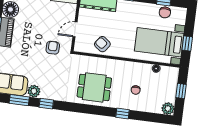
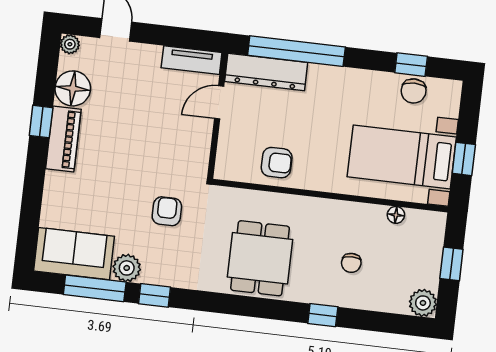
door: (75, 29) -> (219, 102), moved
armchair: (102, 44) -> (277, 163), turned 143
armchair: (53, 48) -> (167, 211), moved
dining table: (94, 87) -> (260, 258), turned 90
window: (19, 100) -> (95, 288), width x1.44

